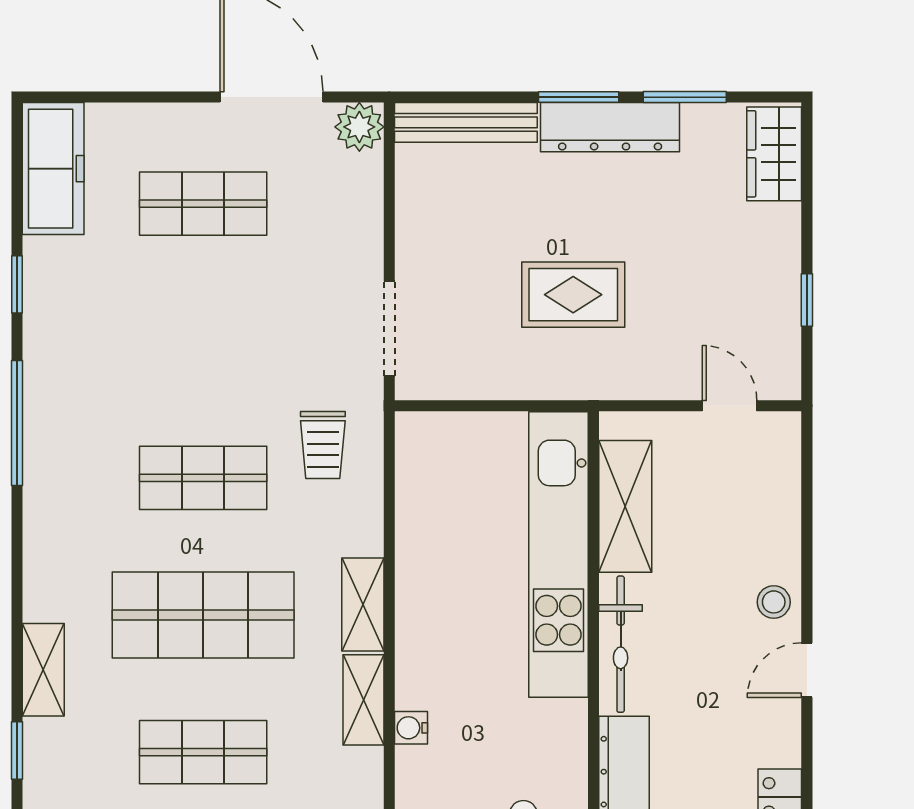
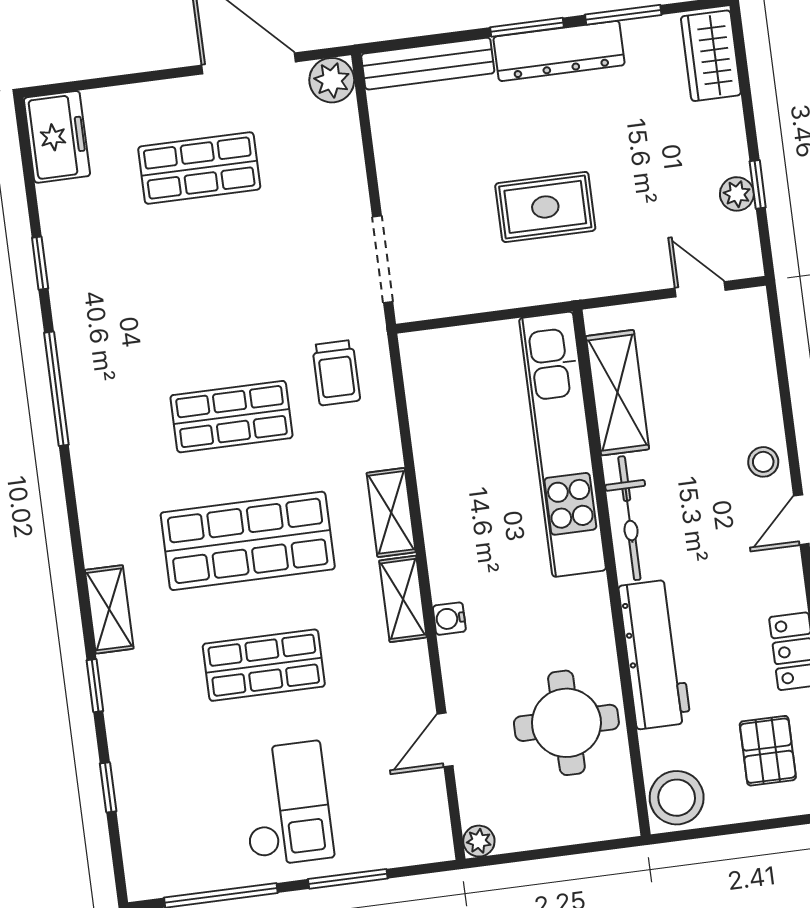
freezer: (53, 169) -> (57, 137), width x0.71
plant: (783, 307) -> (737, 194), added

